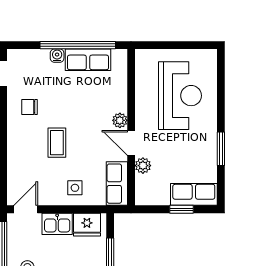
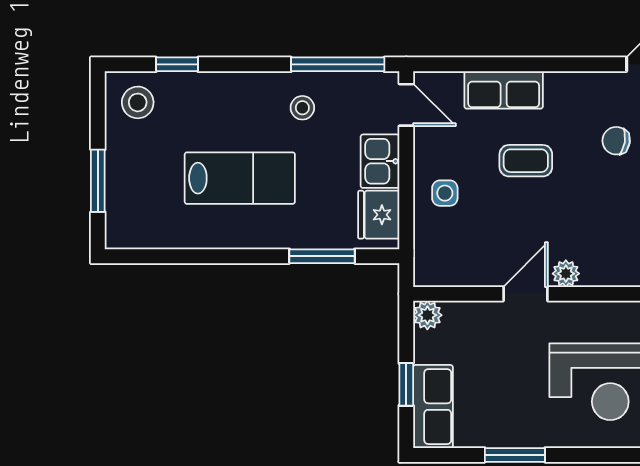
chair: (30, 107) -> (616, 141), moved, turned -81
plant: (143, 166) -> (427, 315), moved
row of seats: (117, 184) -> (504, 90), moved, turned 180

